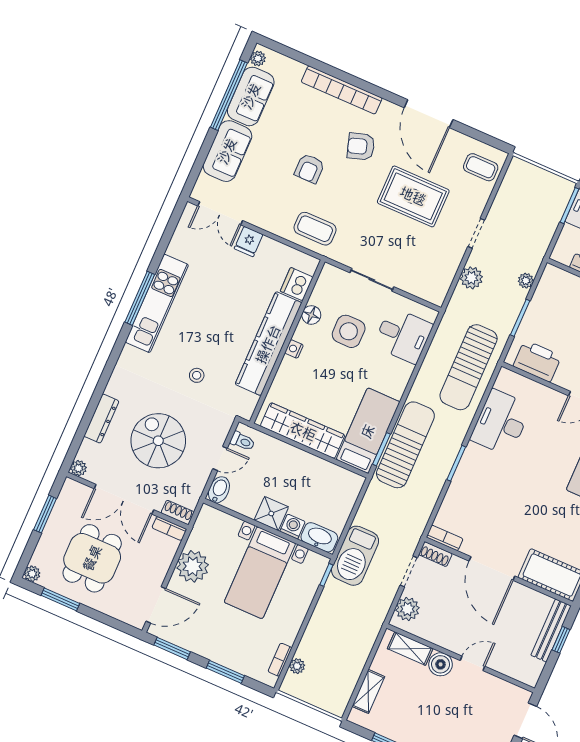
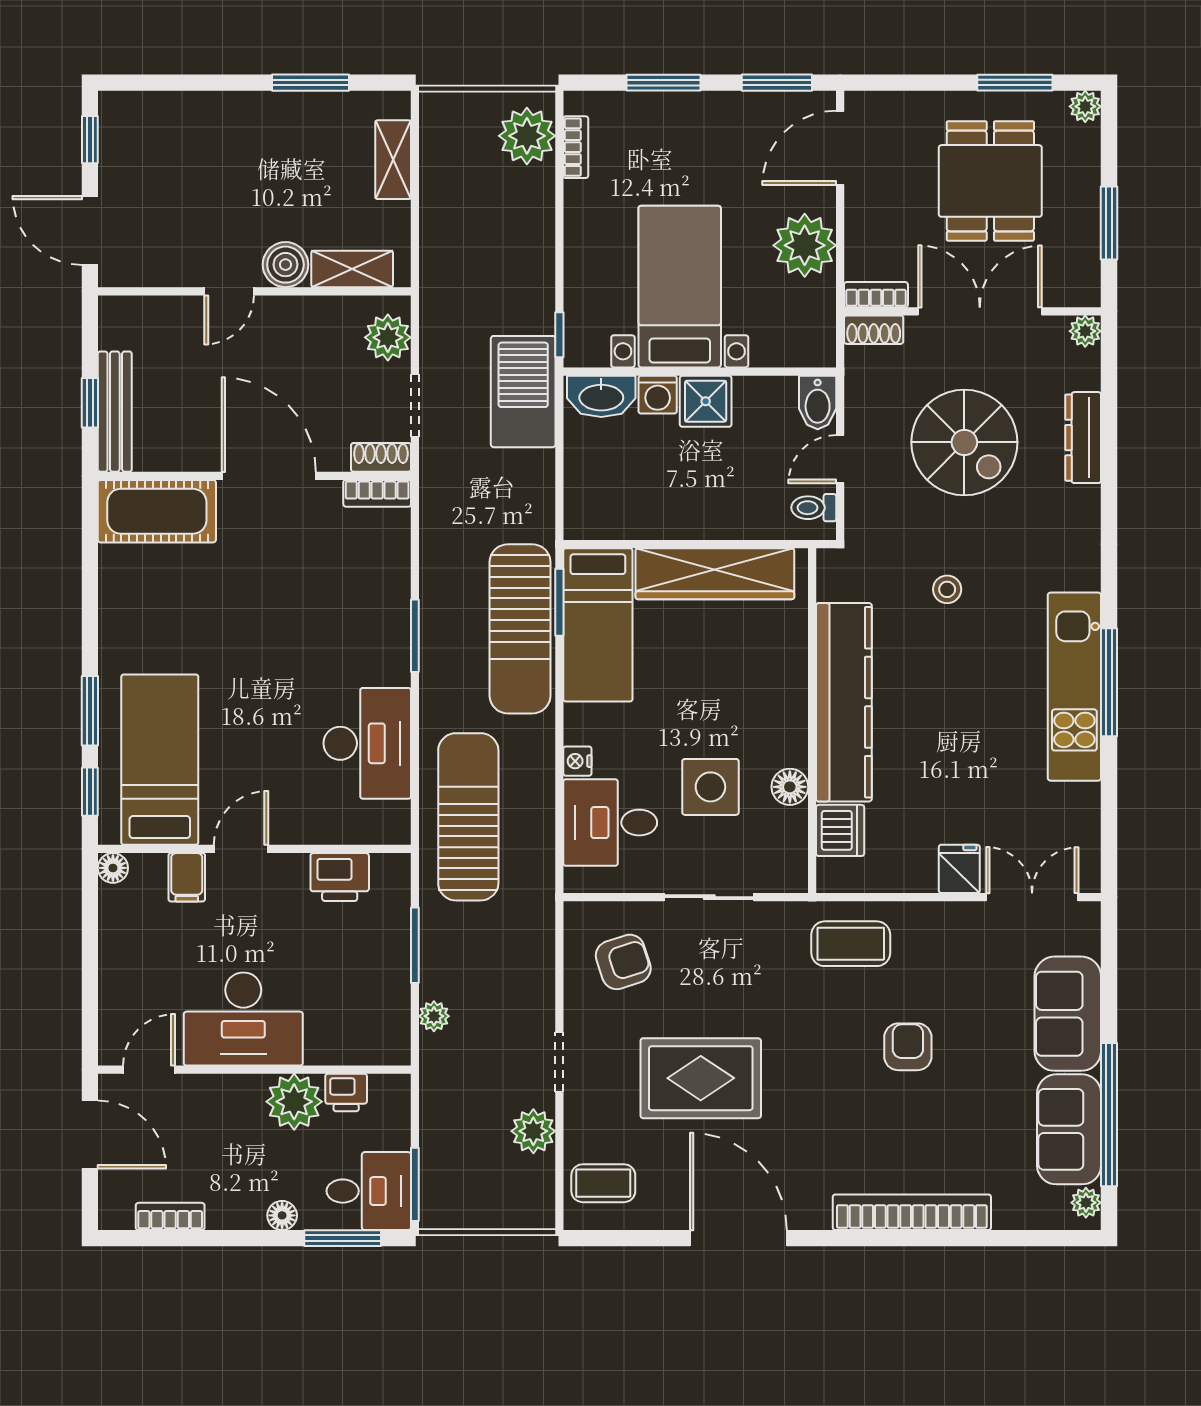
armchair: (361, 146) -> (623, 962), moved
plant: (471, 278) -> (533, 1131), moved
nightstand: (294, 349) -> (577, 761), moved, turned 180
printer: (537, 361) -> (340, 877), width x0.73, depth x0.84
plant: (297, 666) -> (527, 136), width x1.87, depth x1.87

